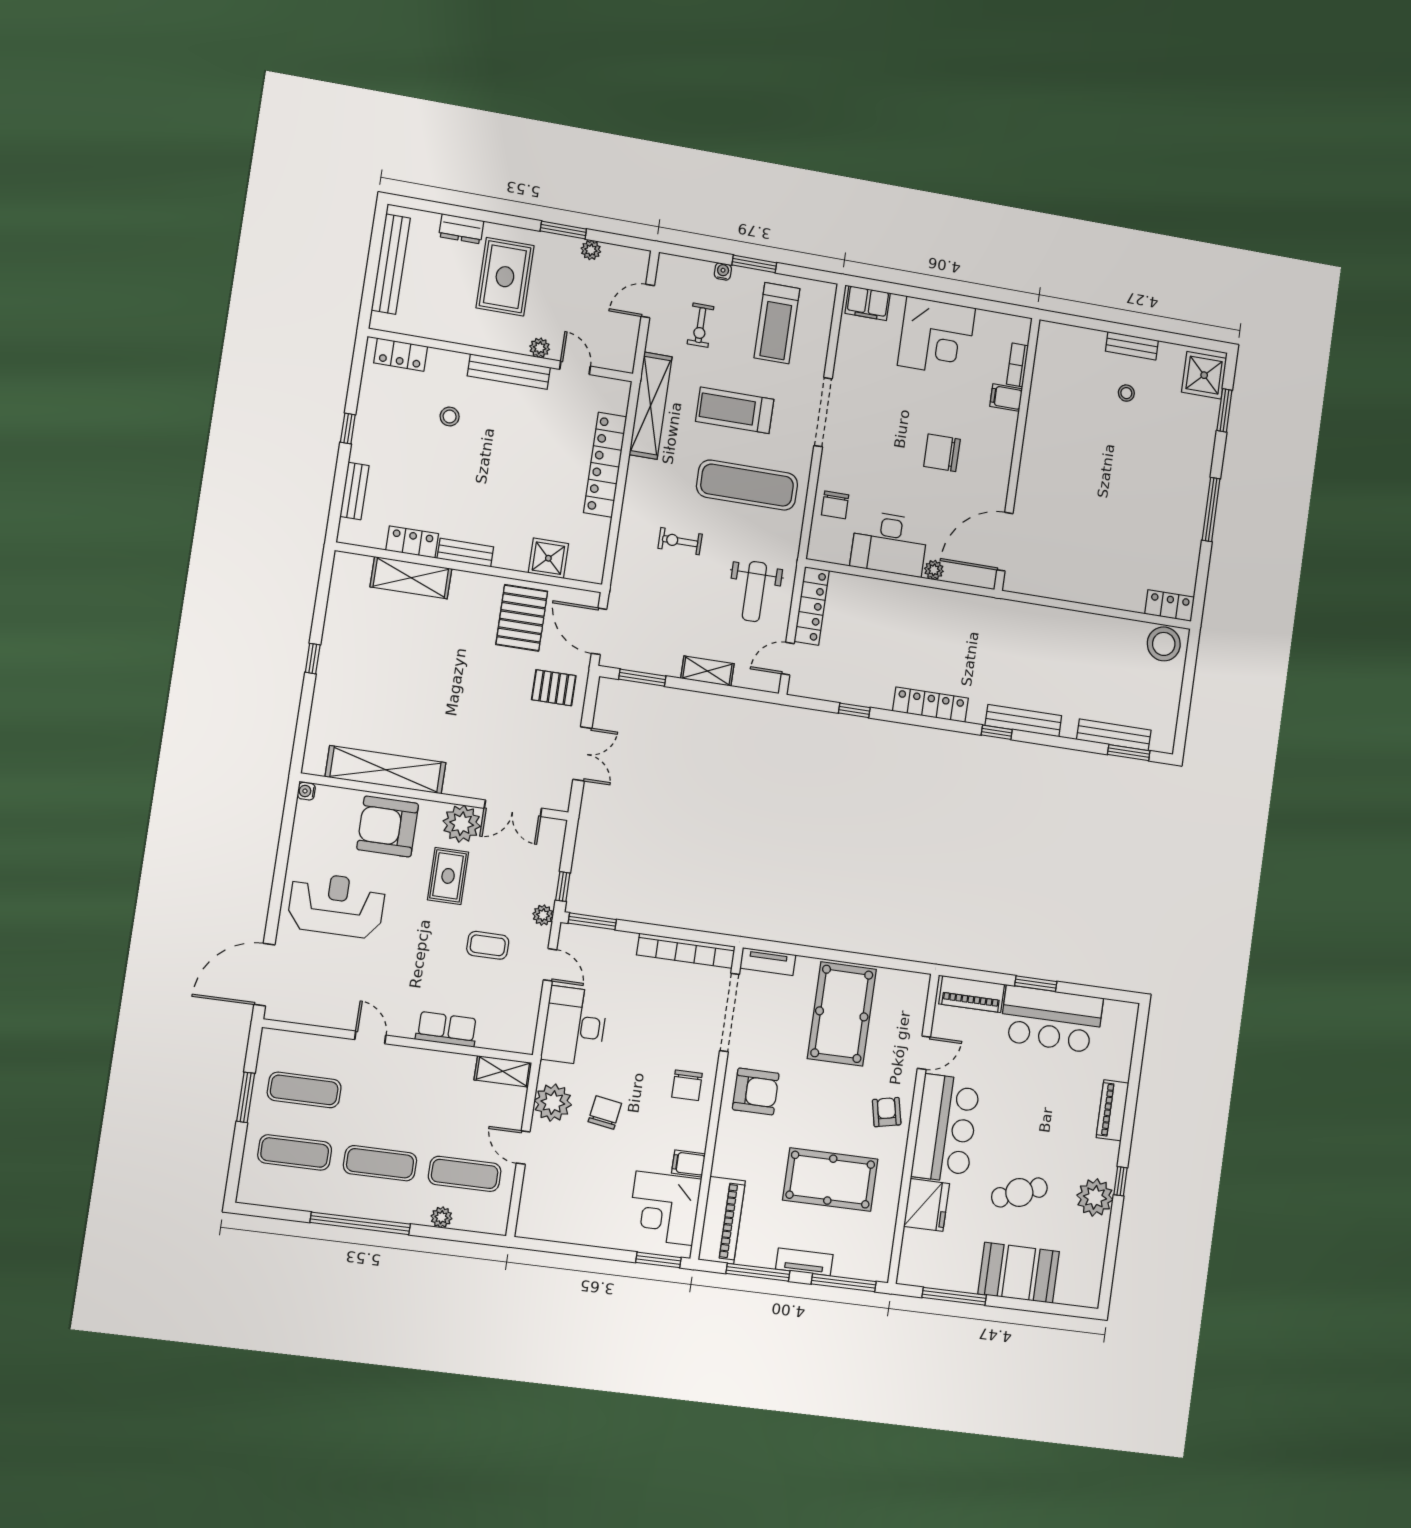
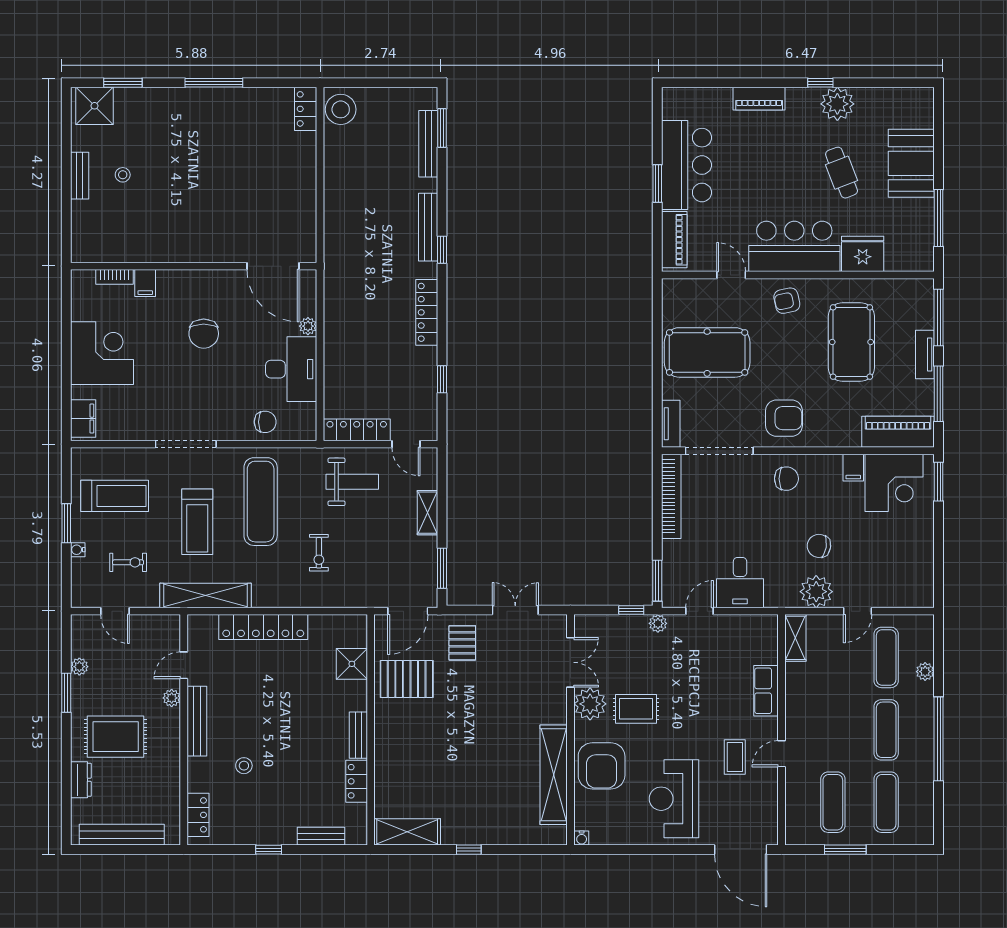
shelving: (411, 578) -> (407, 832), moved, turned 90
coffee table: (488, 945) -> (735, 757), moved
desk: (575, 1026) -> (740, 583), width x0.73
armchair: (756, 1091) -> (784, 418), turned 90

